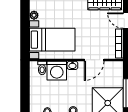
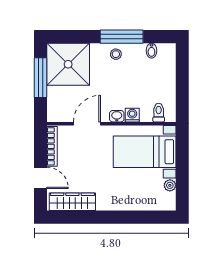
washing machine: (57, 71) -> (132, 115), width x0.53, depth x0.53

